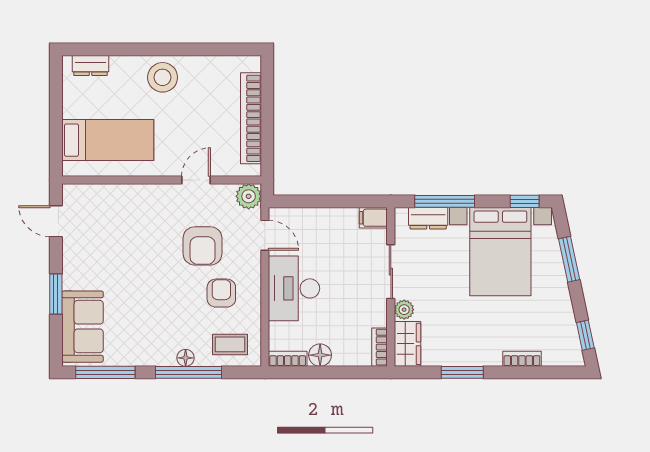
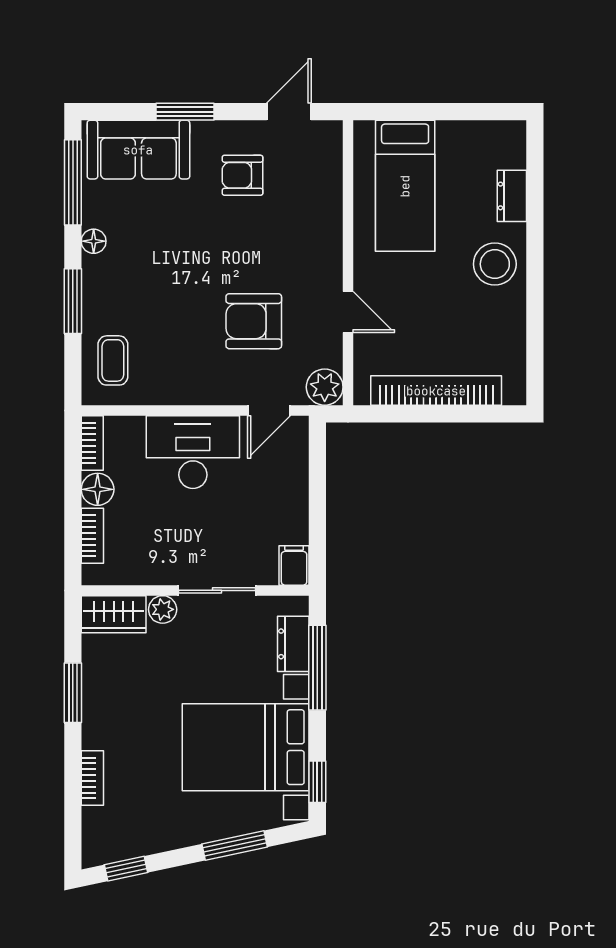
dresser: (91, 65) -> (512, 196), moved
armchair: (221, 293) -> (243, 175), moved, turned 180
bookcase: (379, 347) -> (92, 536), moved, turned 90
floor lamp: (186, 358) -> (94, 241), moved
window: (189, 372) -> (73, 301), width x0.69

